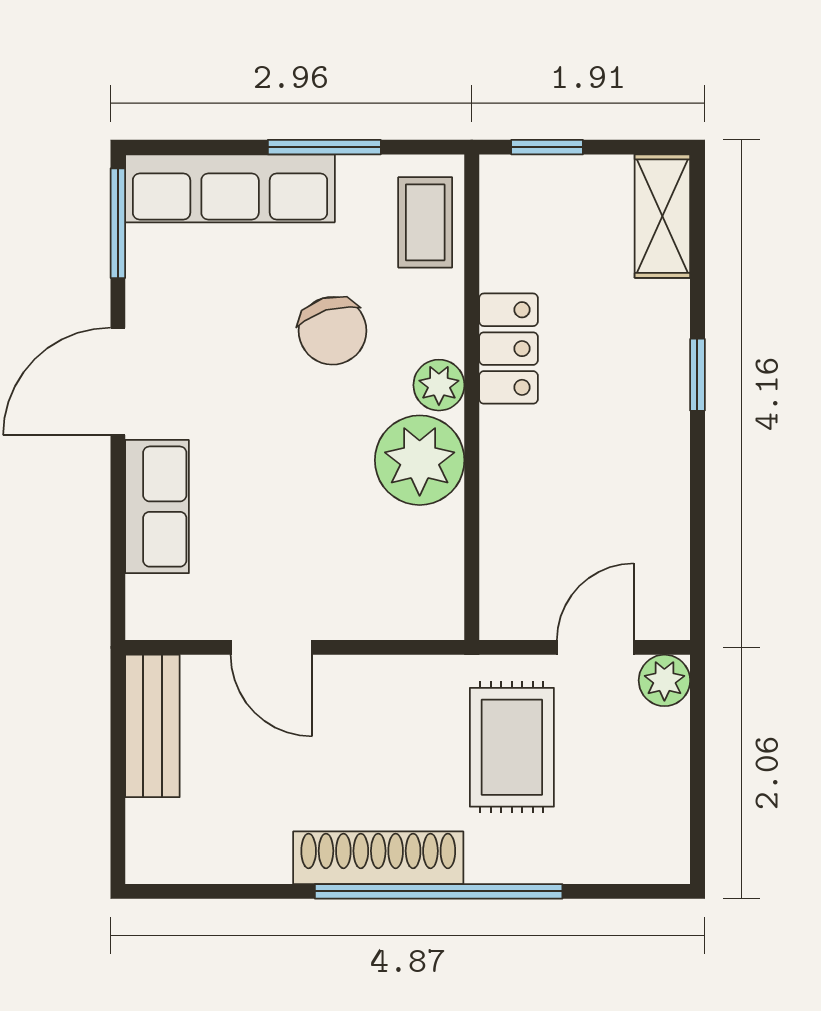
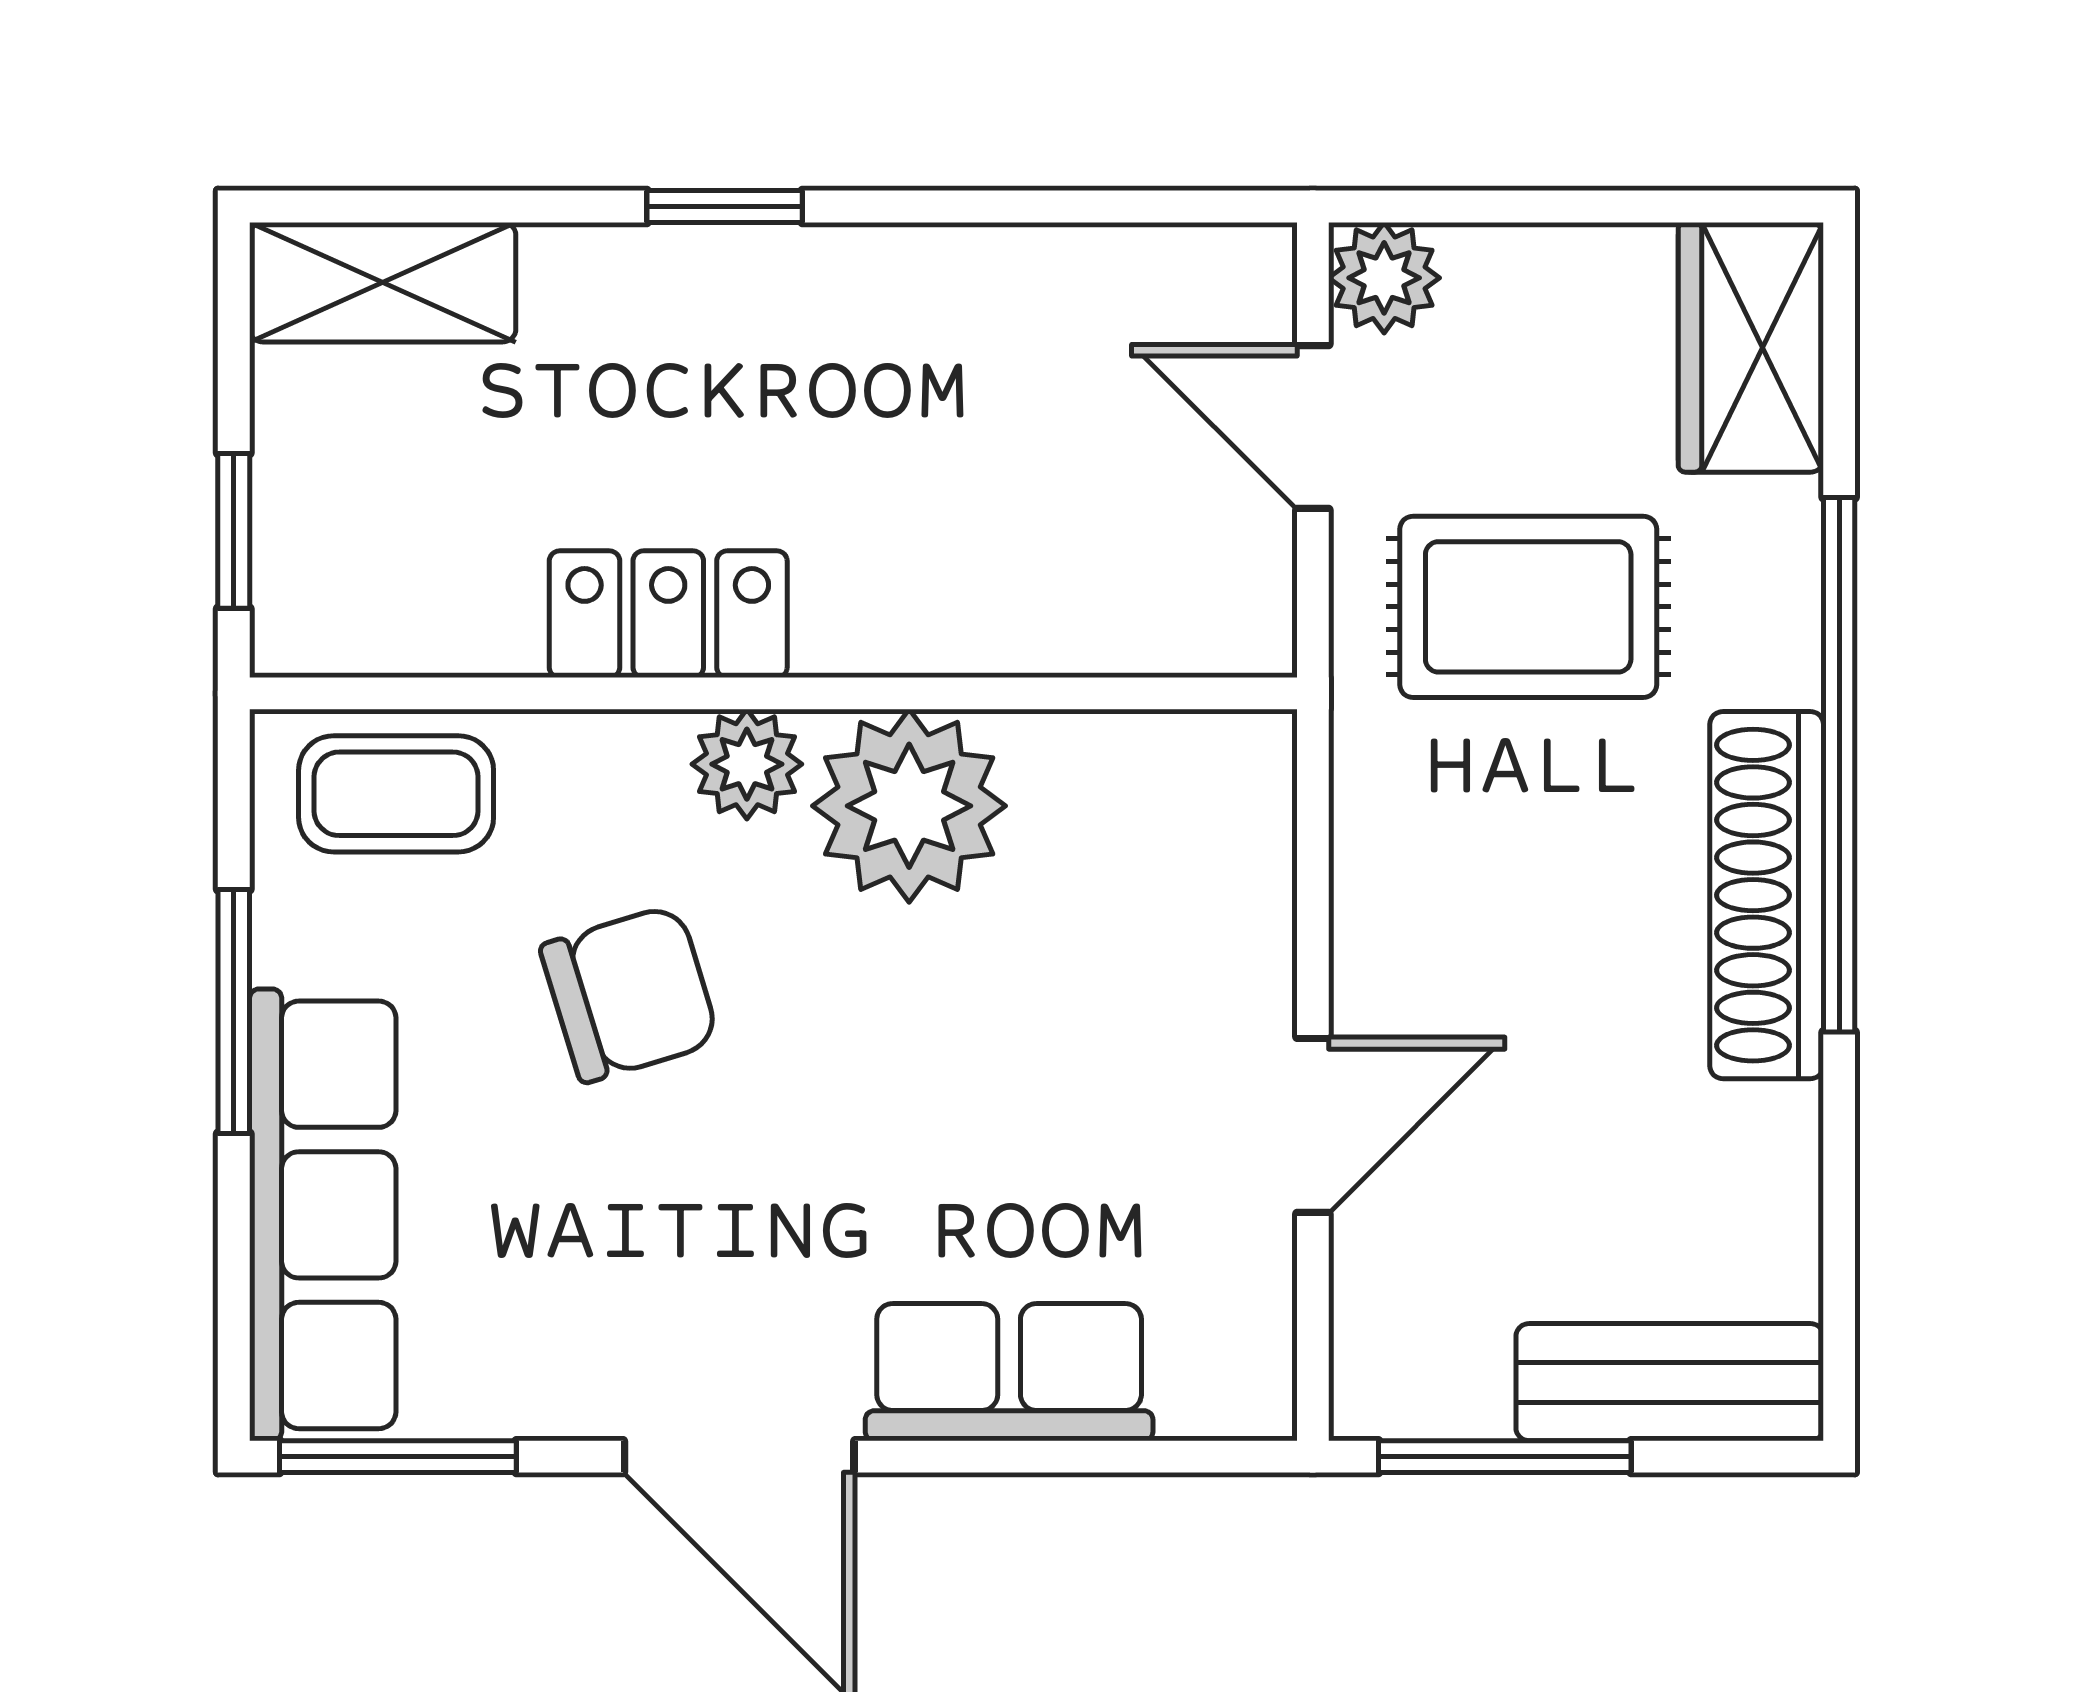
bench: (152, 726) -> (1670, 1382), moved
window: (118, 736) -> (1505, 1457), added
wardrobe: (632, 850) -> (1751, 347), added

